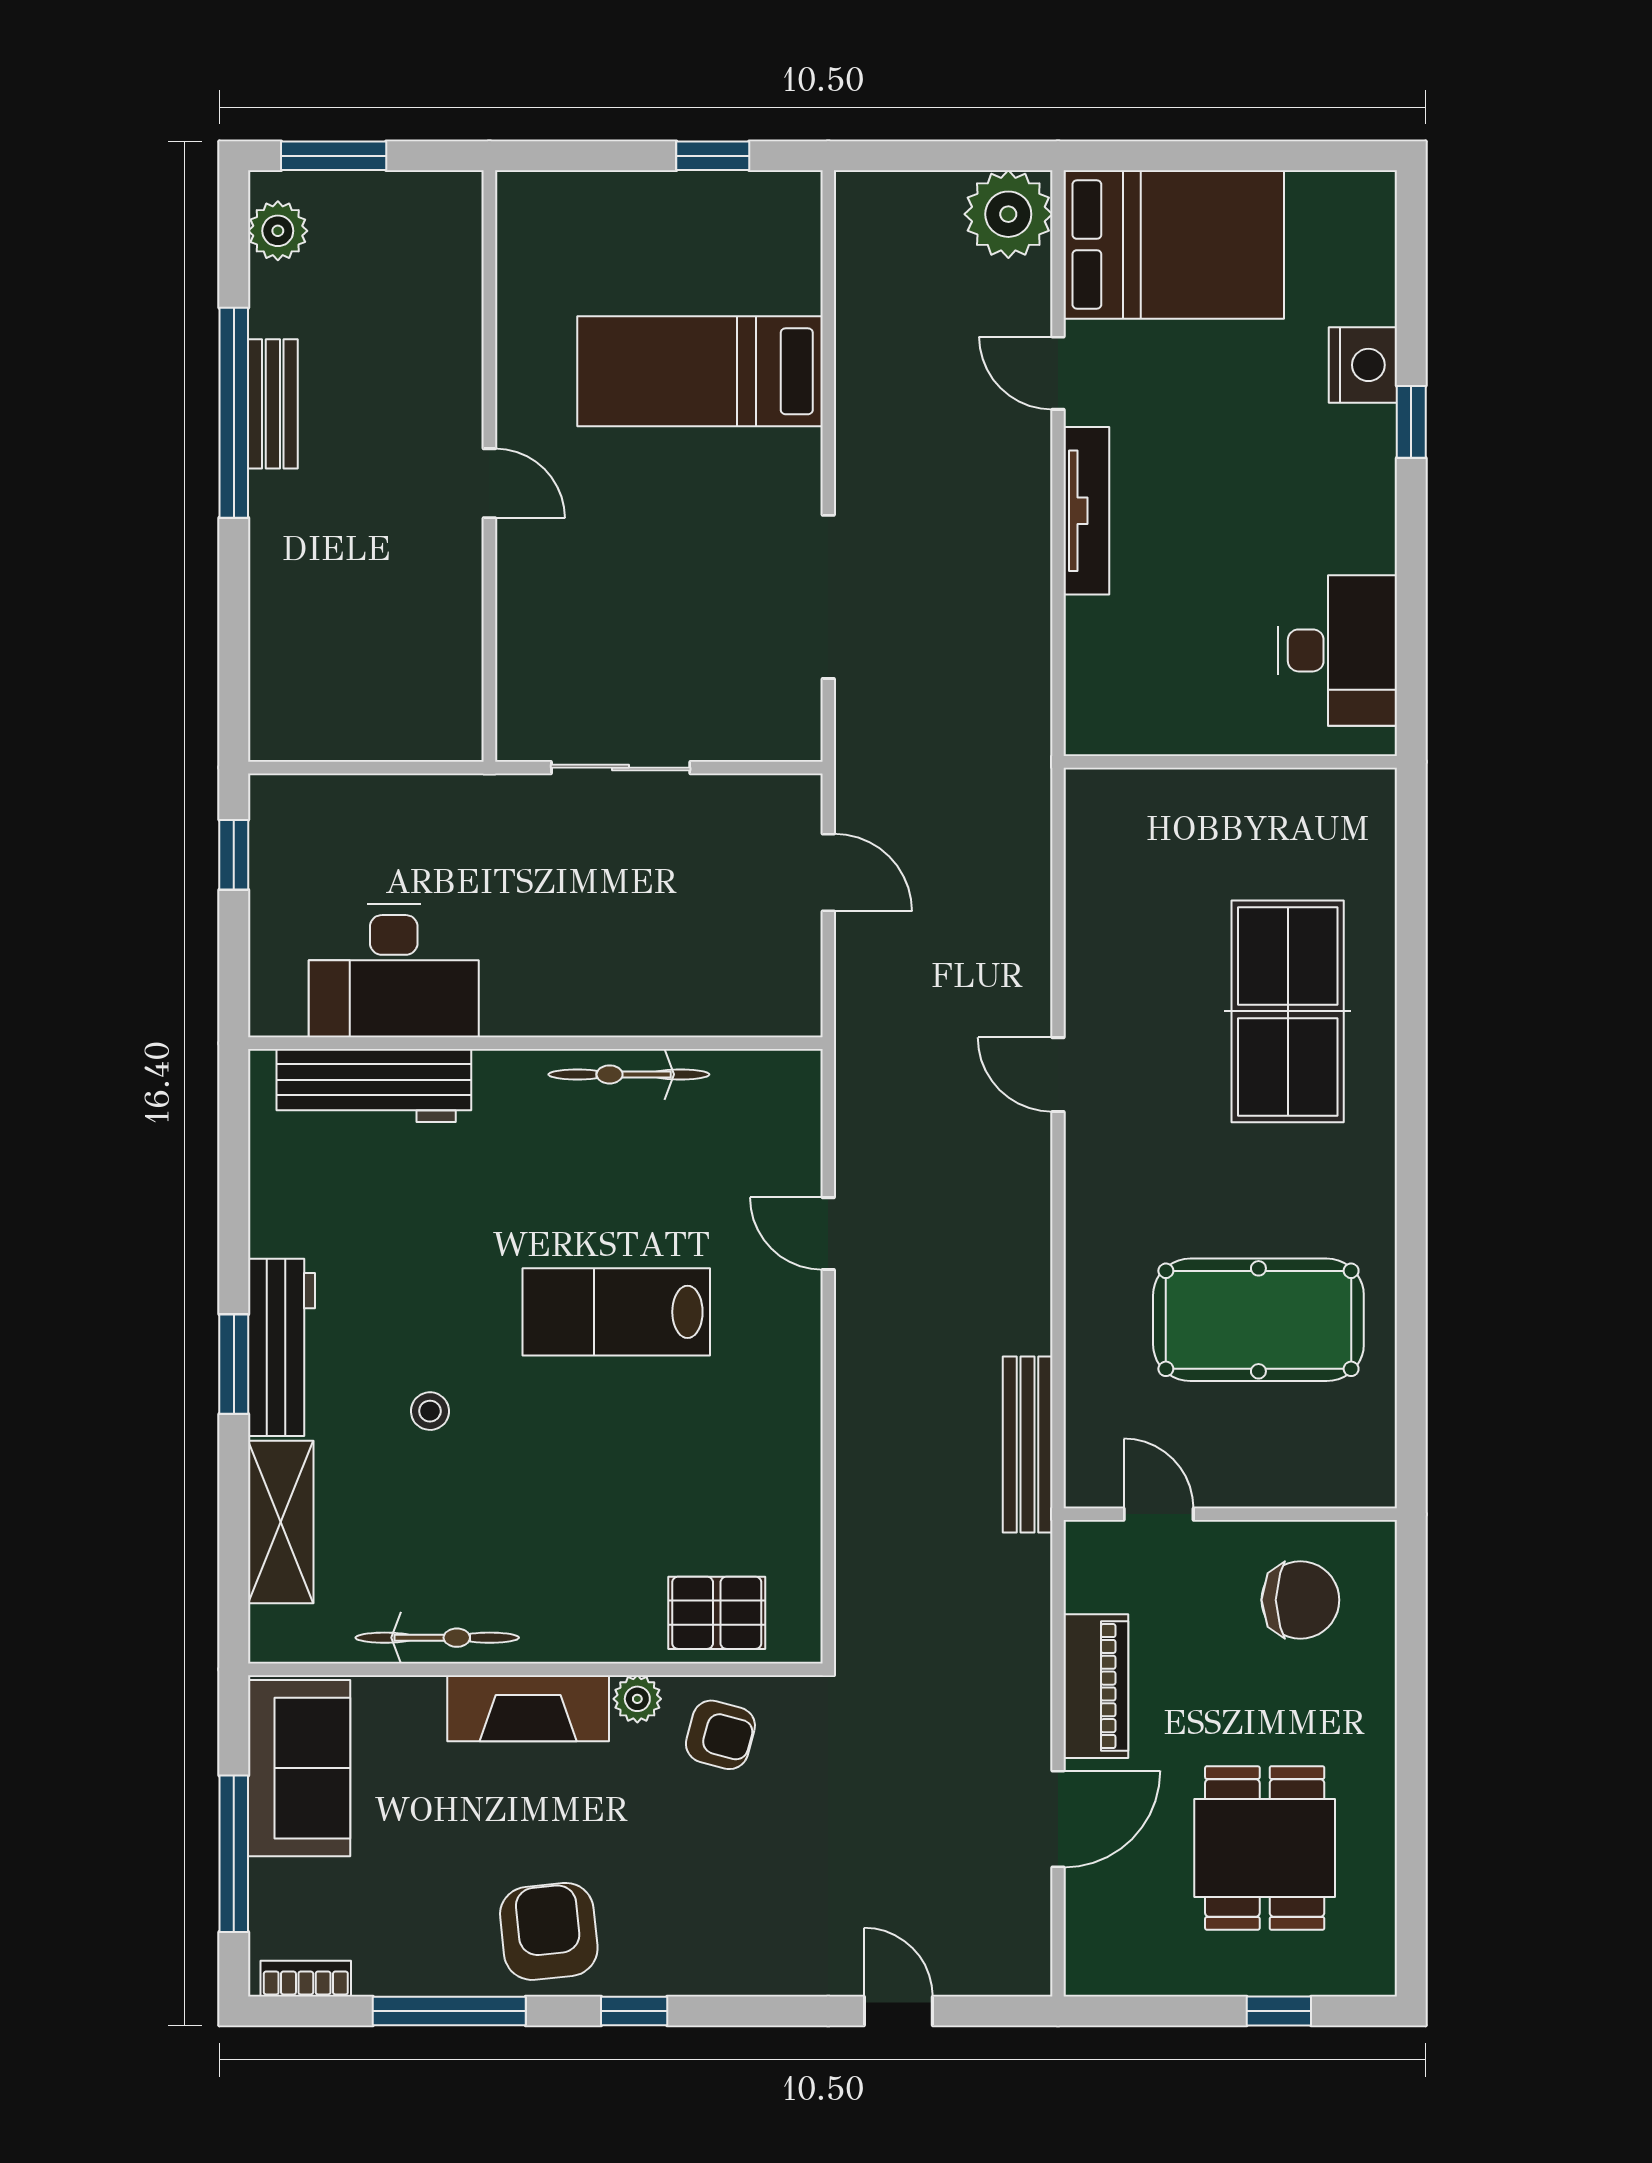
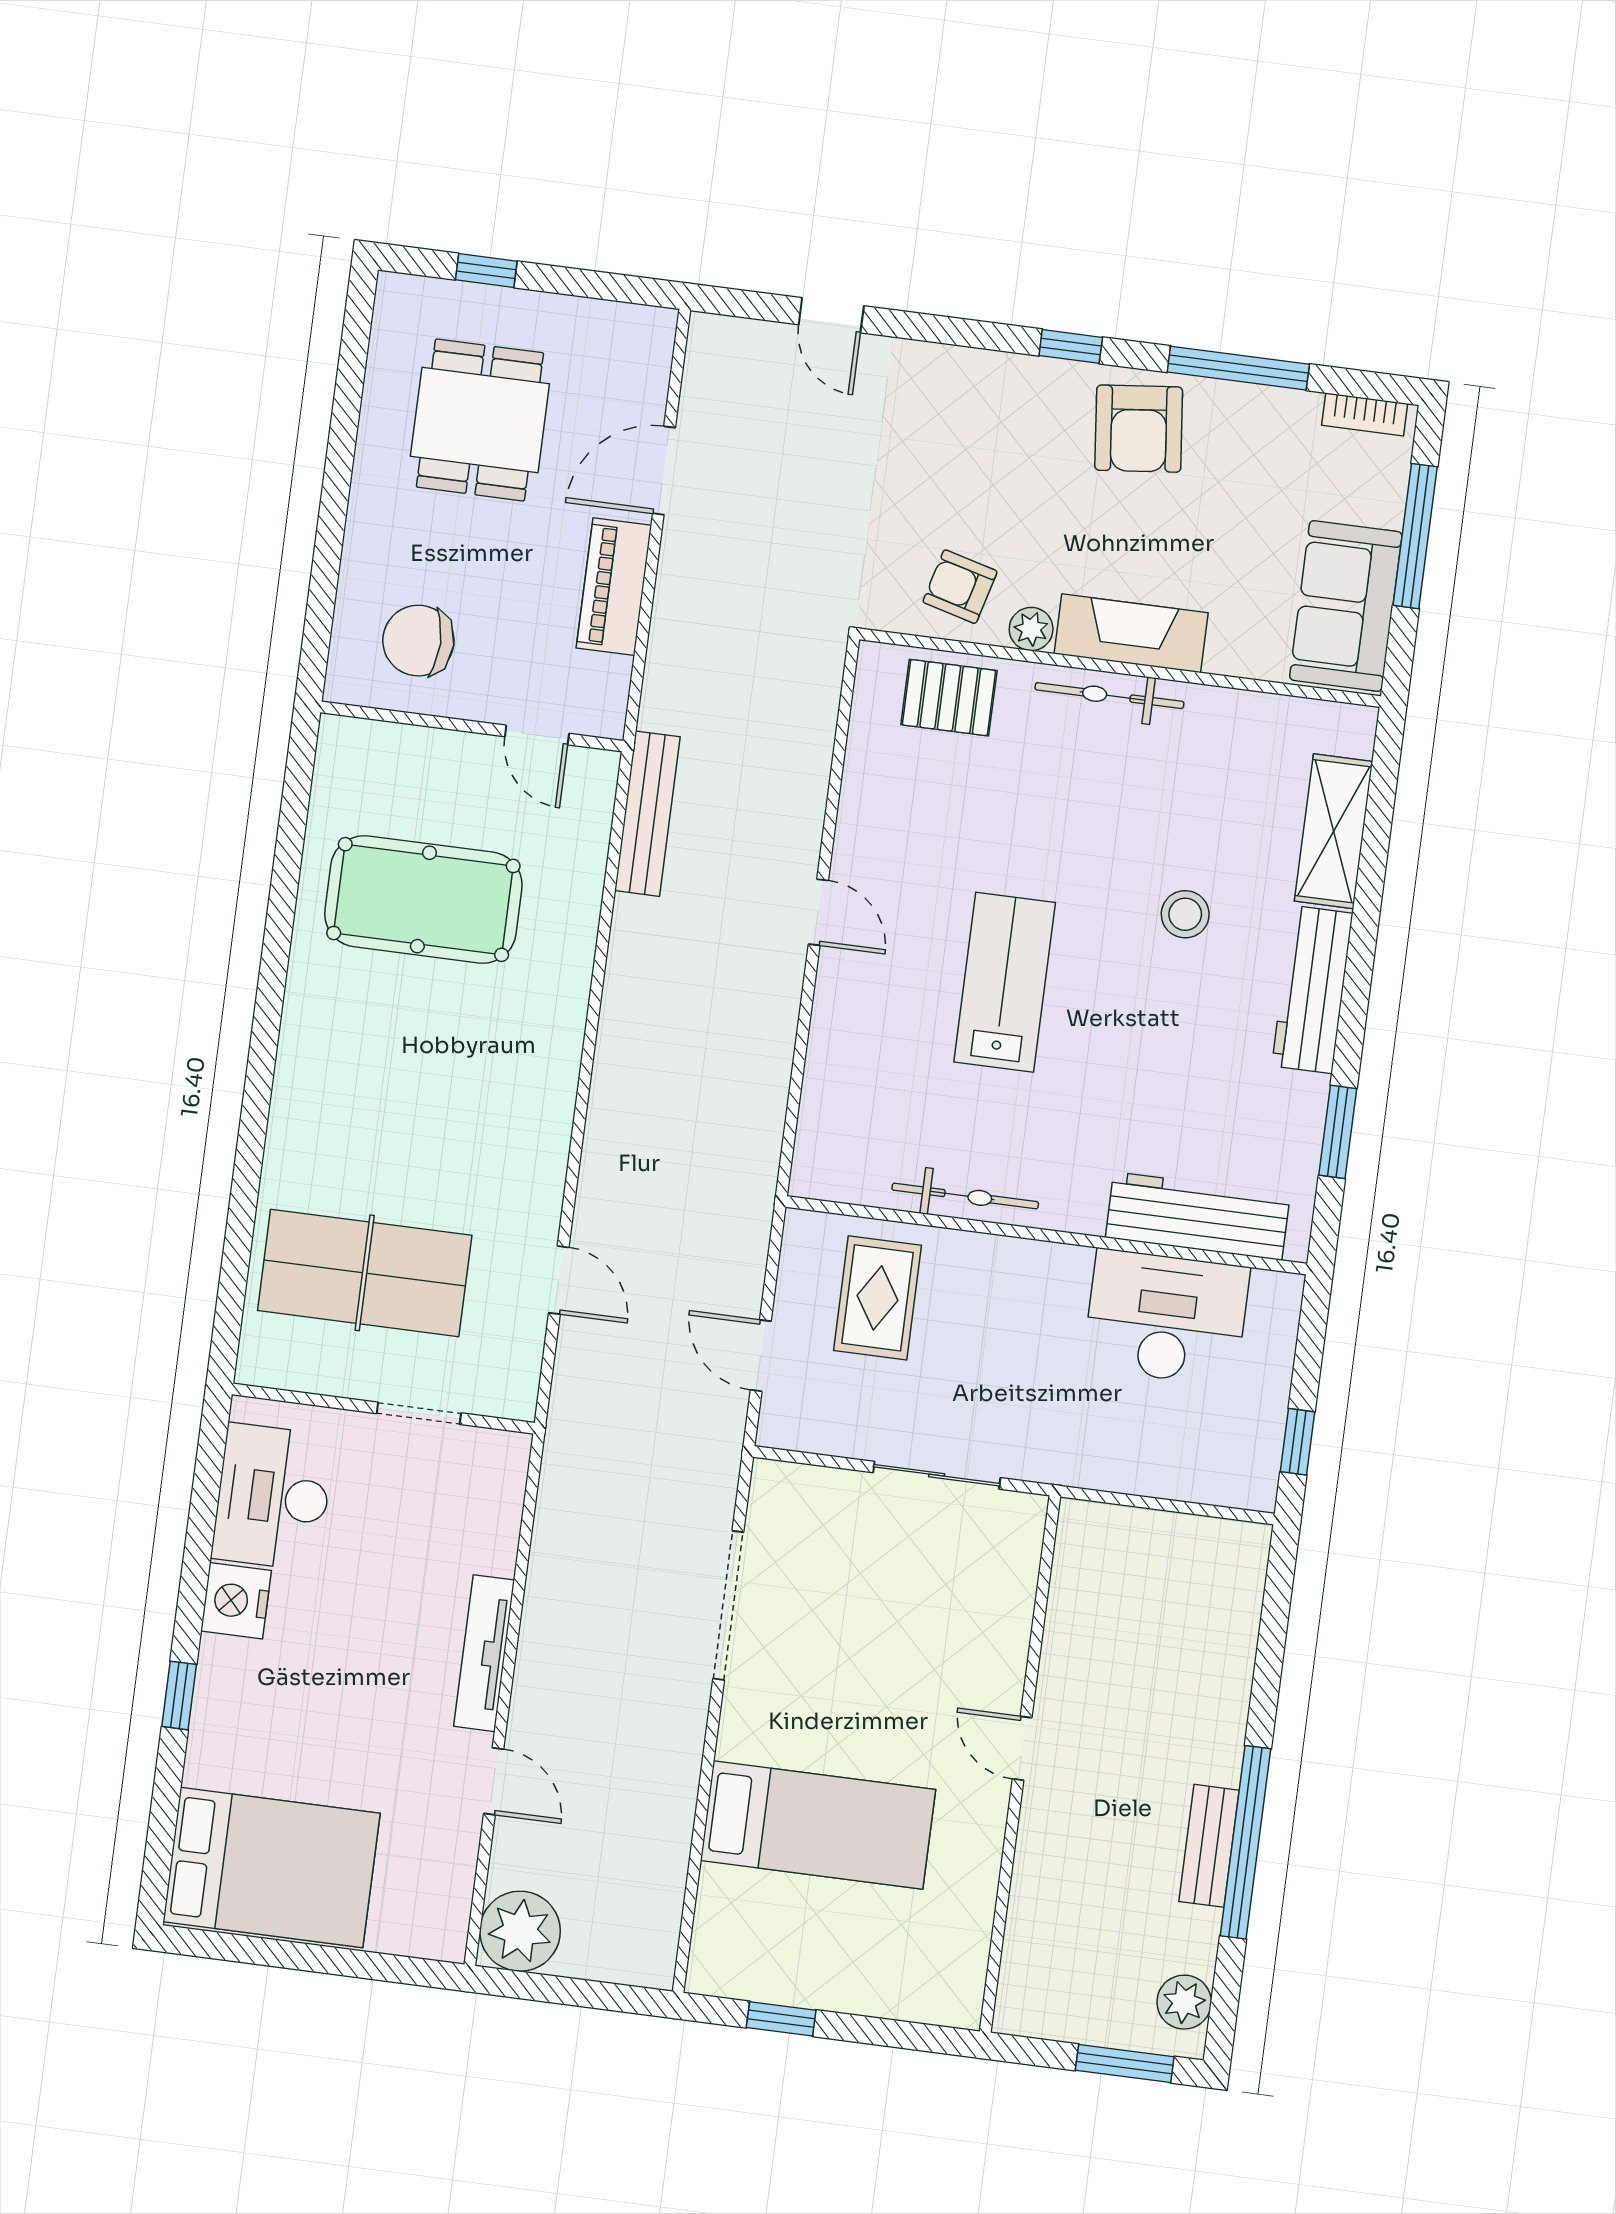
bed: (1174, 244) -> (272, 1868), moved, turned 180
nightstand: (1363, 365) -> (236, 1601), moved
doorway: (1191, 762) -> (419, 1413), added
rug: (710, 952) -> (878, 1298), added
table tennis table: (1288, 1011) -> (365, 1273), moved, turned 90
door: (1058, 1075) -> (559, 1280), moved
door: (828, 1234) -> (818, 912), moved
lab bench: (616, 1312) -> (1005, 982), turned -90
window: (234, 1364) -> (1338, 1132), moved
stool: (430, 1411) -> (1185, 914), width x1.37, depth x1.37
bicycle: (437, 1638) -> (1109, 696), moved

